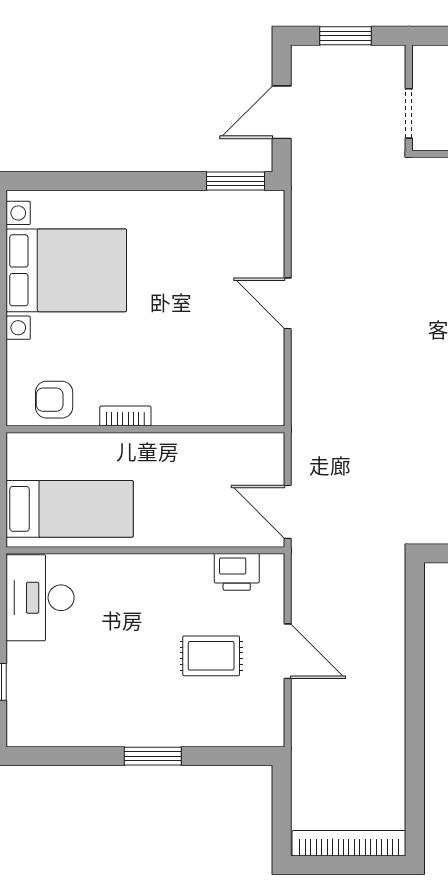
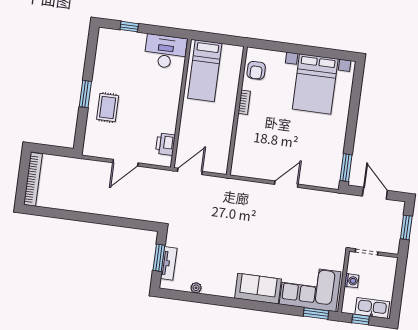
armchair: (54, 400) -> (256, 70), turned 180
rug: (211, 656) -> (108, 107), moved

